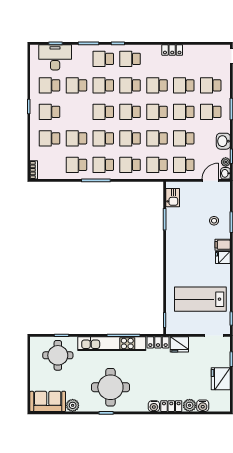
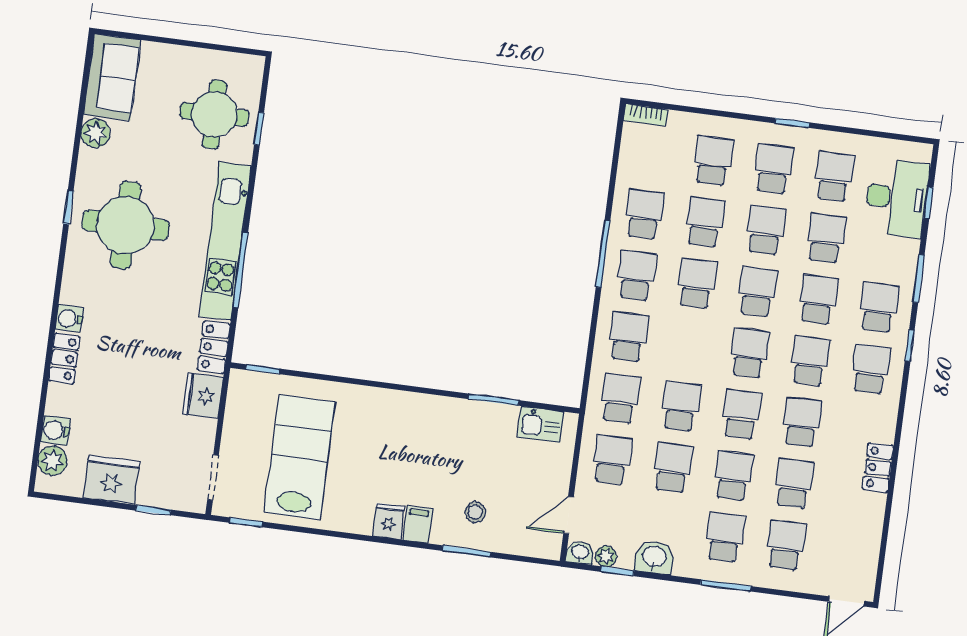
school desk: (130, 138) -> (765, 230), moved
door: (210, 180) -> (568, 515), swing flipped
plant: (190, 405) -> (52, 461), moved

